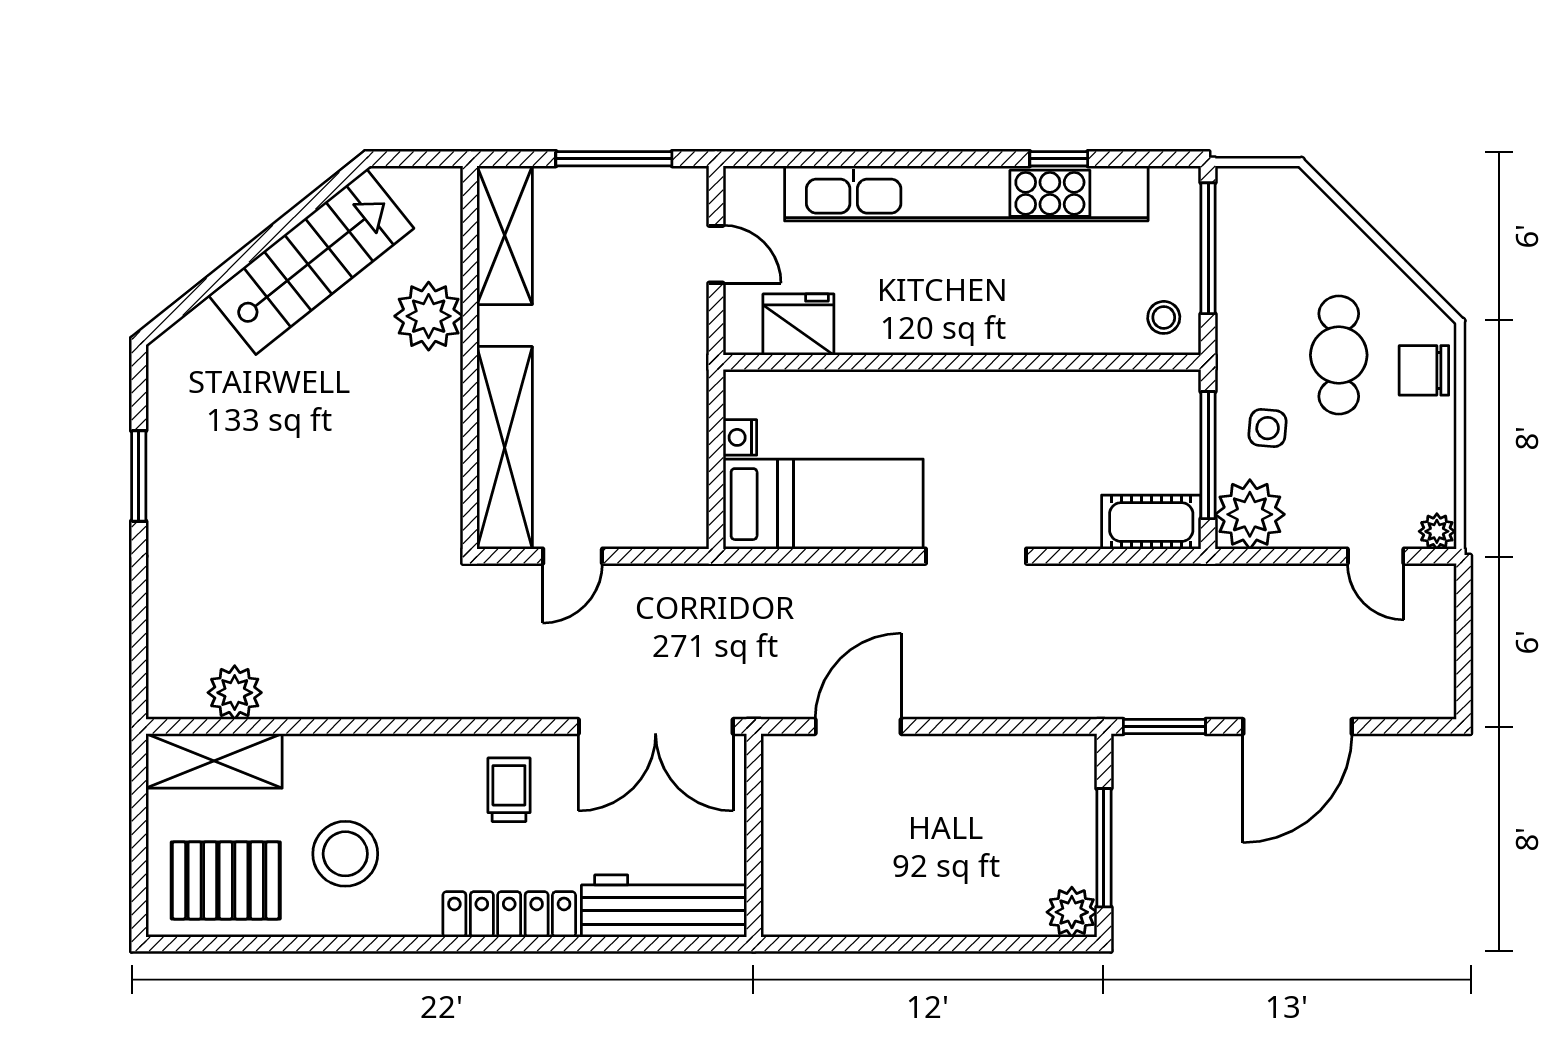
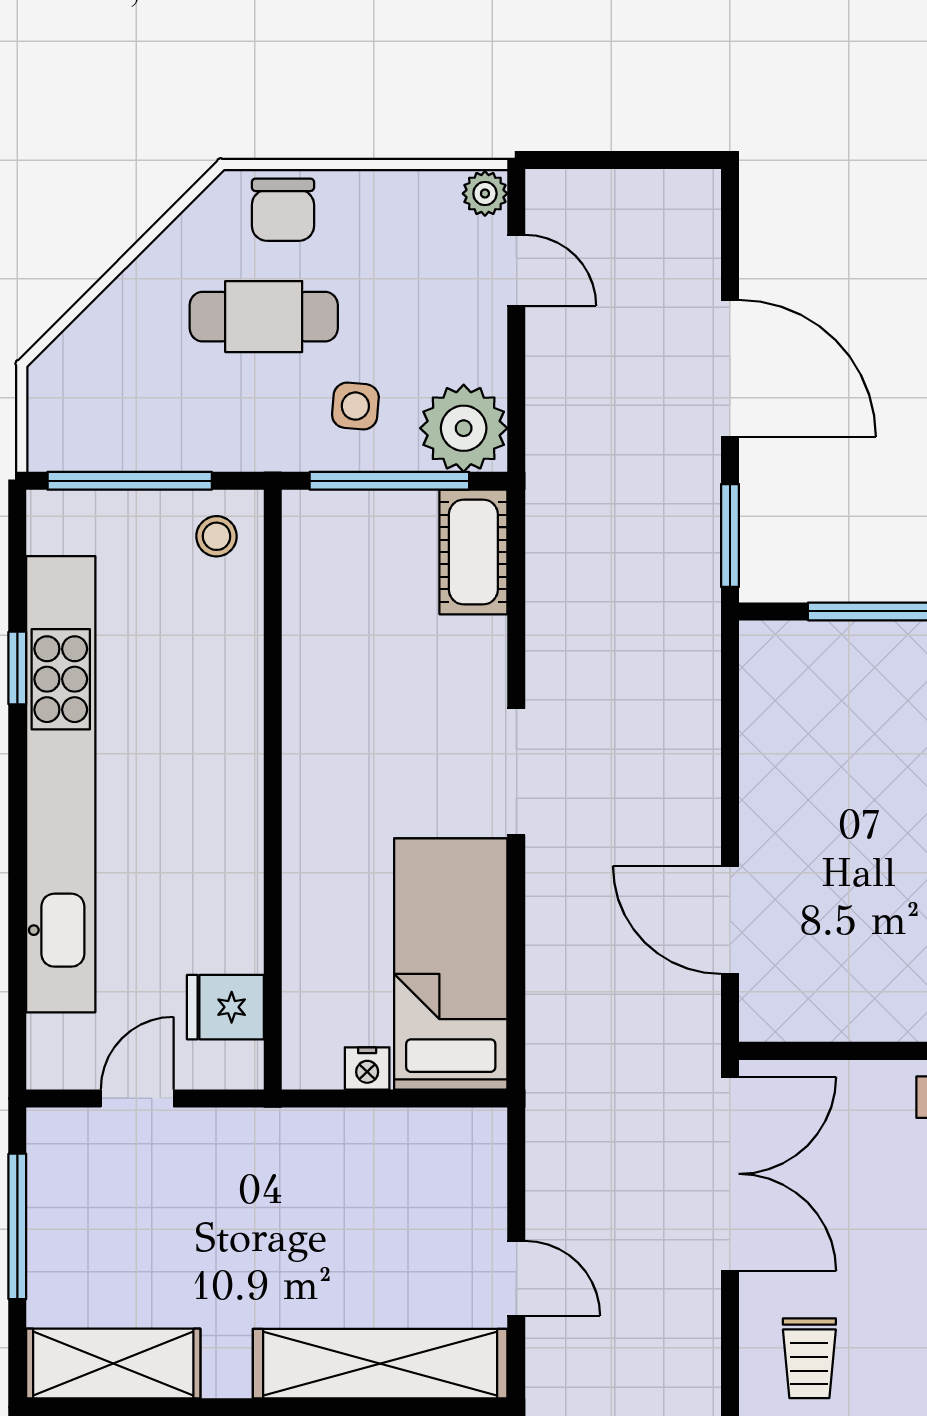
fridge: (798, 324) -> (225, 1007), width x0.72
door: (1376, 556) -> (516, 270), hinge flipped
trolley: (509, 790) -> (809, 1358), turned -90

